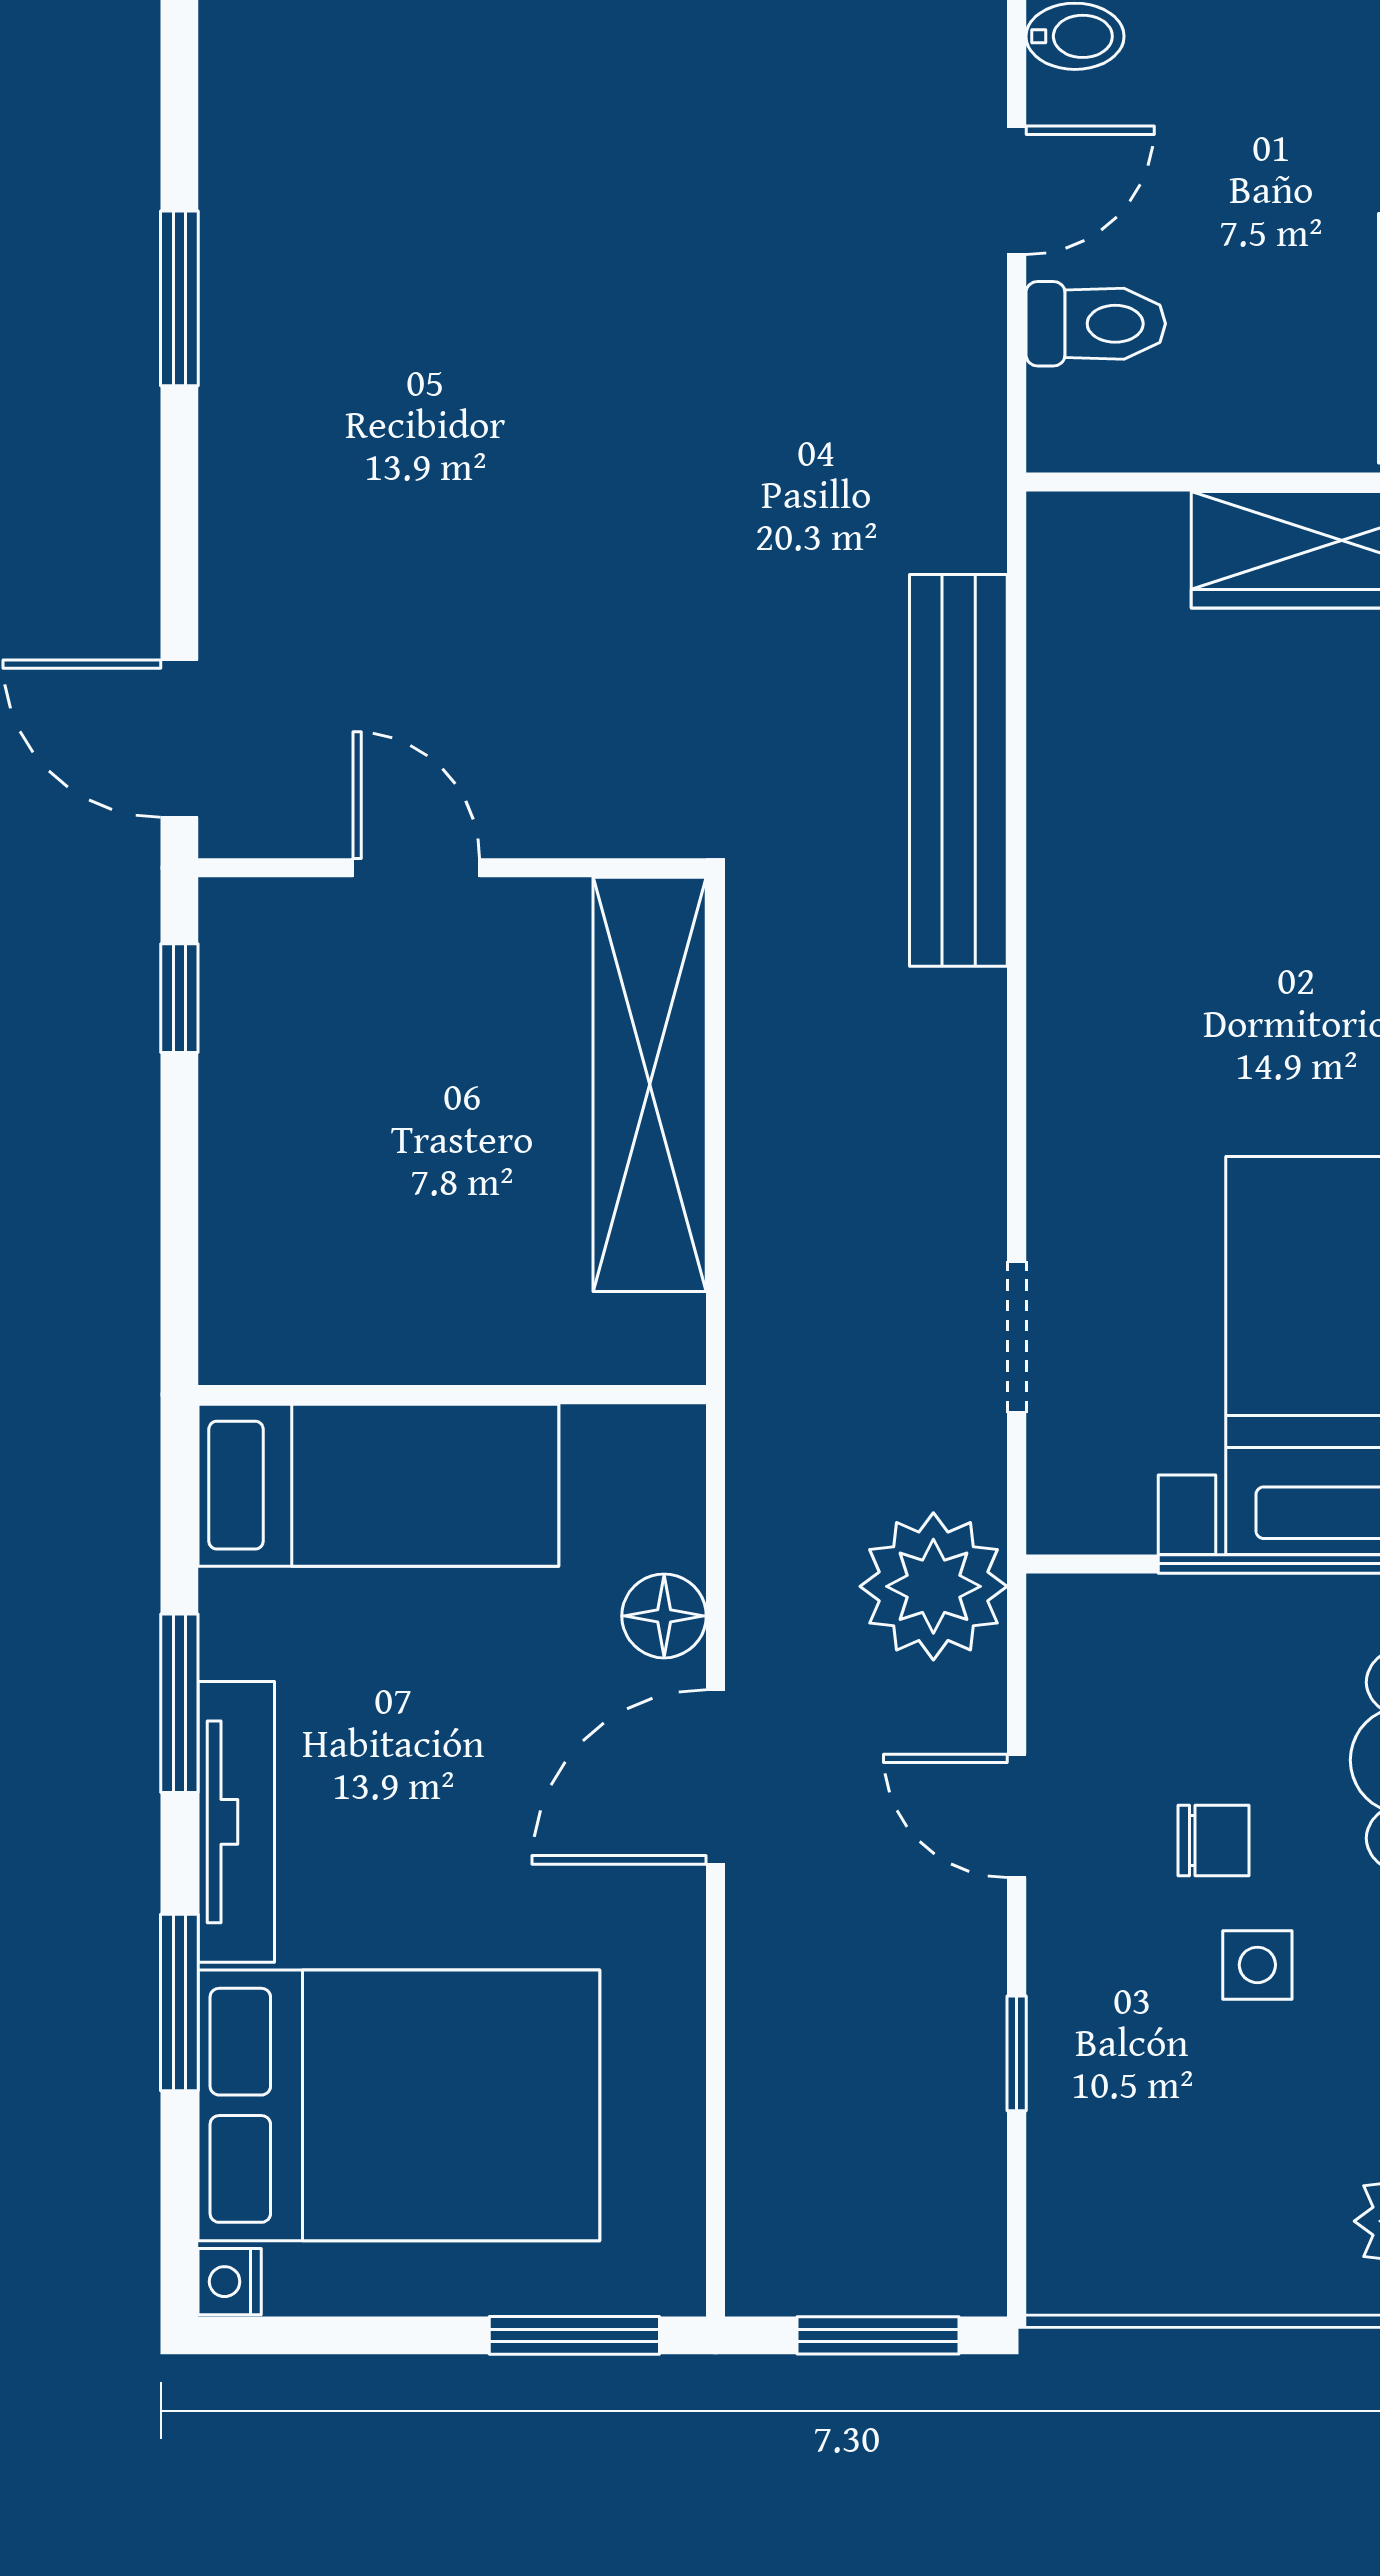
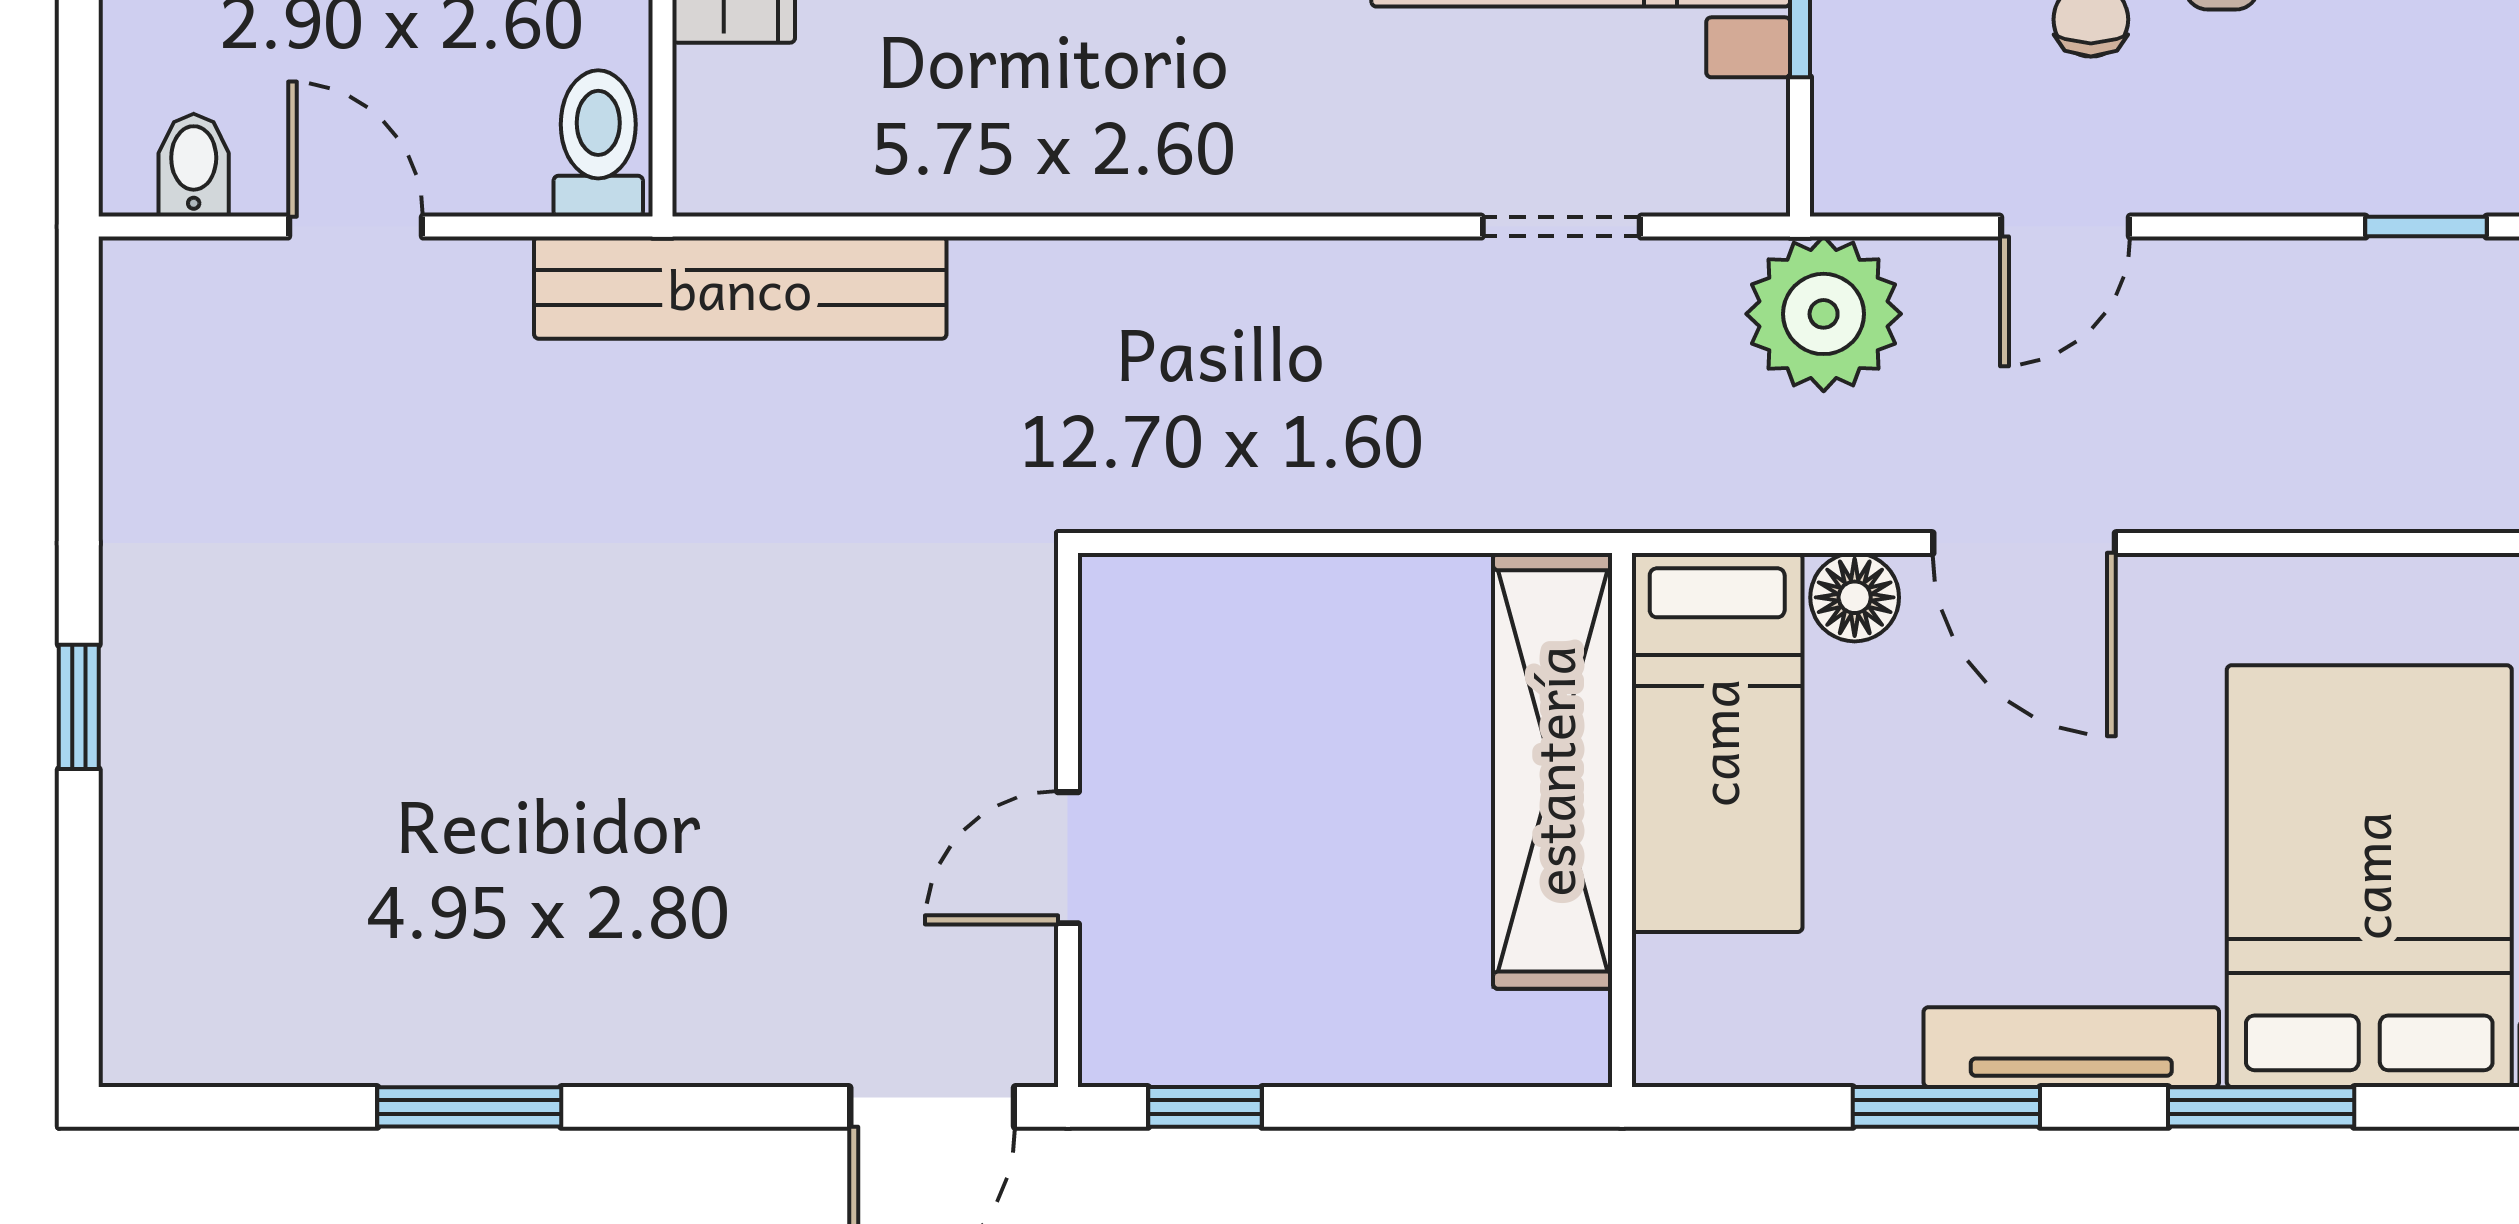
toilet: (1096, 324) -> (598, 143), moved
bench: (958, 770) -> (740, 288), moved
shelving: (650, 1084) -> (1553, 771), moved, turned 90
bed: (378, 1485) -> (1717, 743), moved, turned 180
window: (1017, 2053) -> (2426, 227), moved

